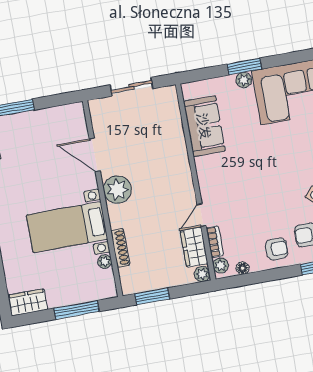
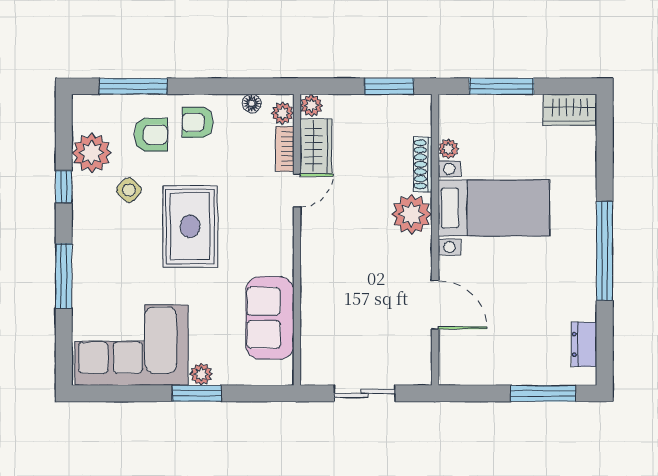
rug: (269, 178) -> (190, 226), added
plant: (117, 190) -> (412, 214), moved

